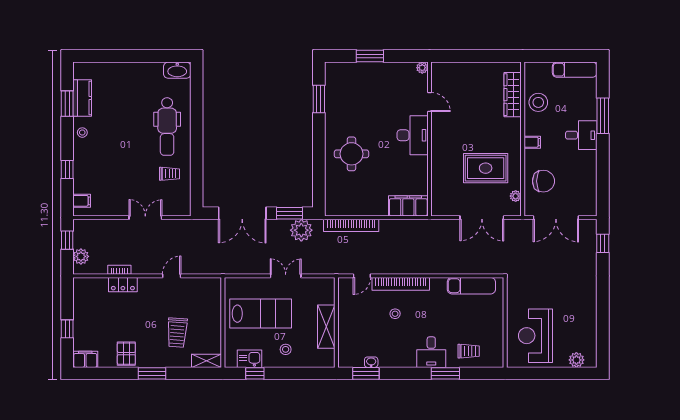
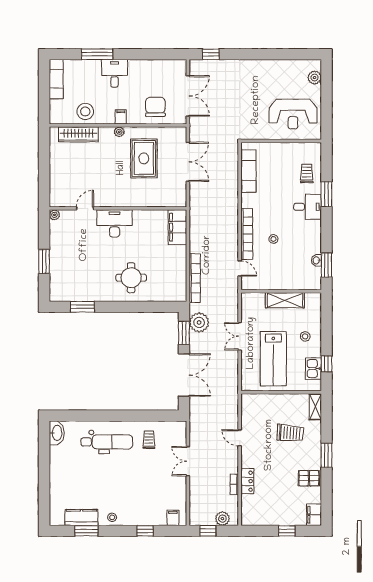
plant: (516, 196) -> (119, 132), moved
lab bench: (261, 314) -> (273, 359), turned 180

